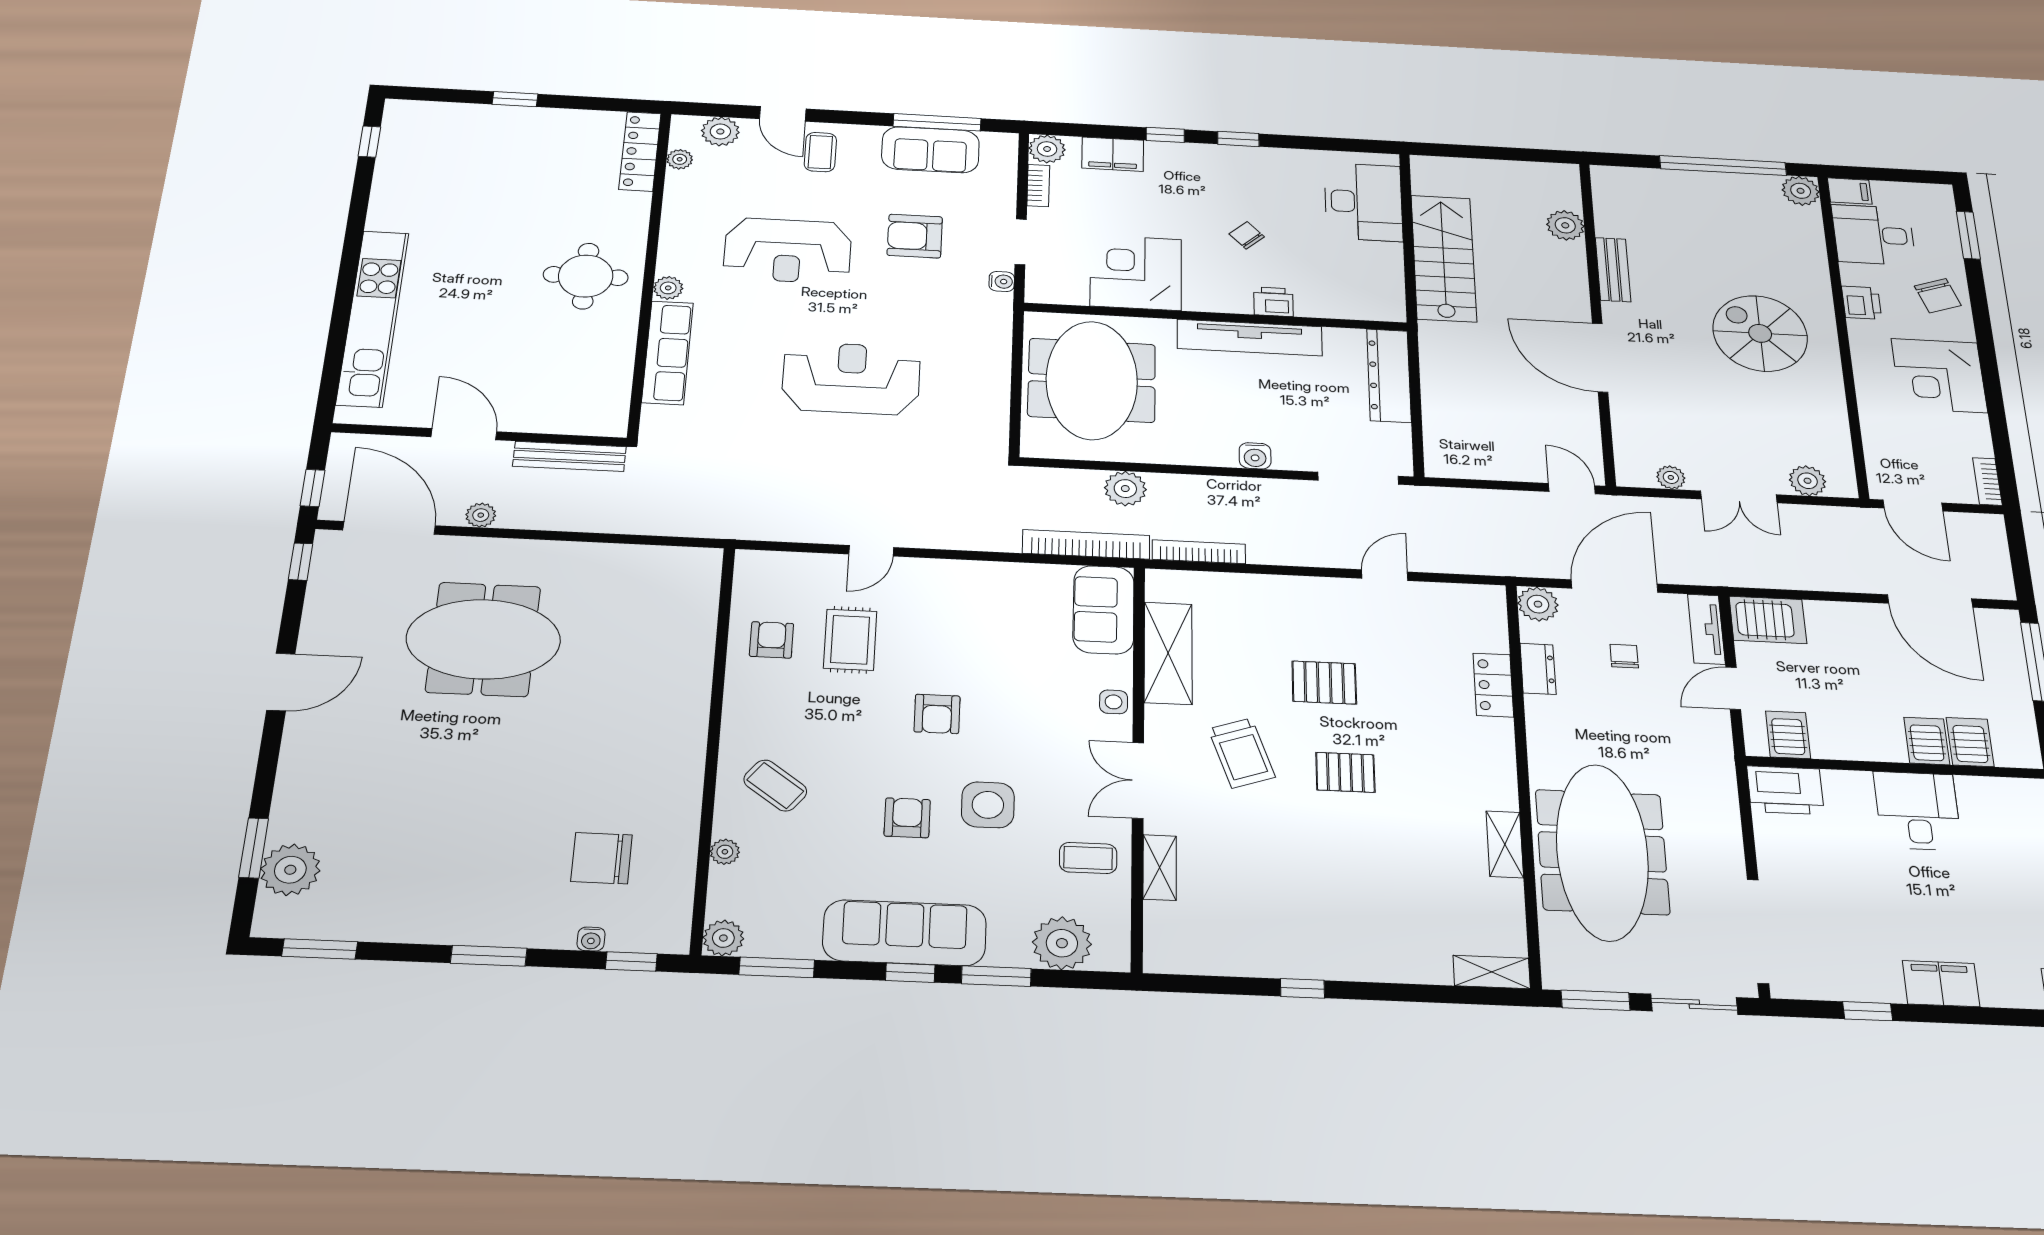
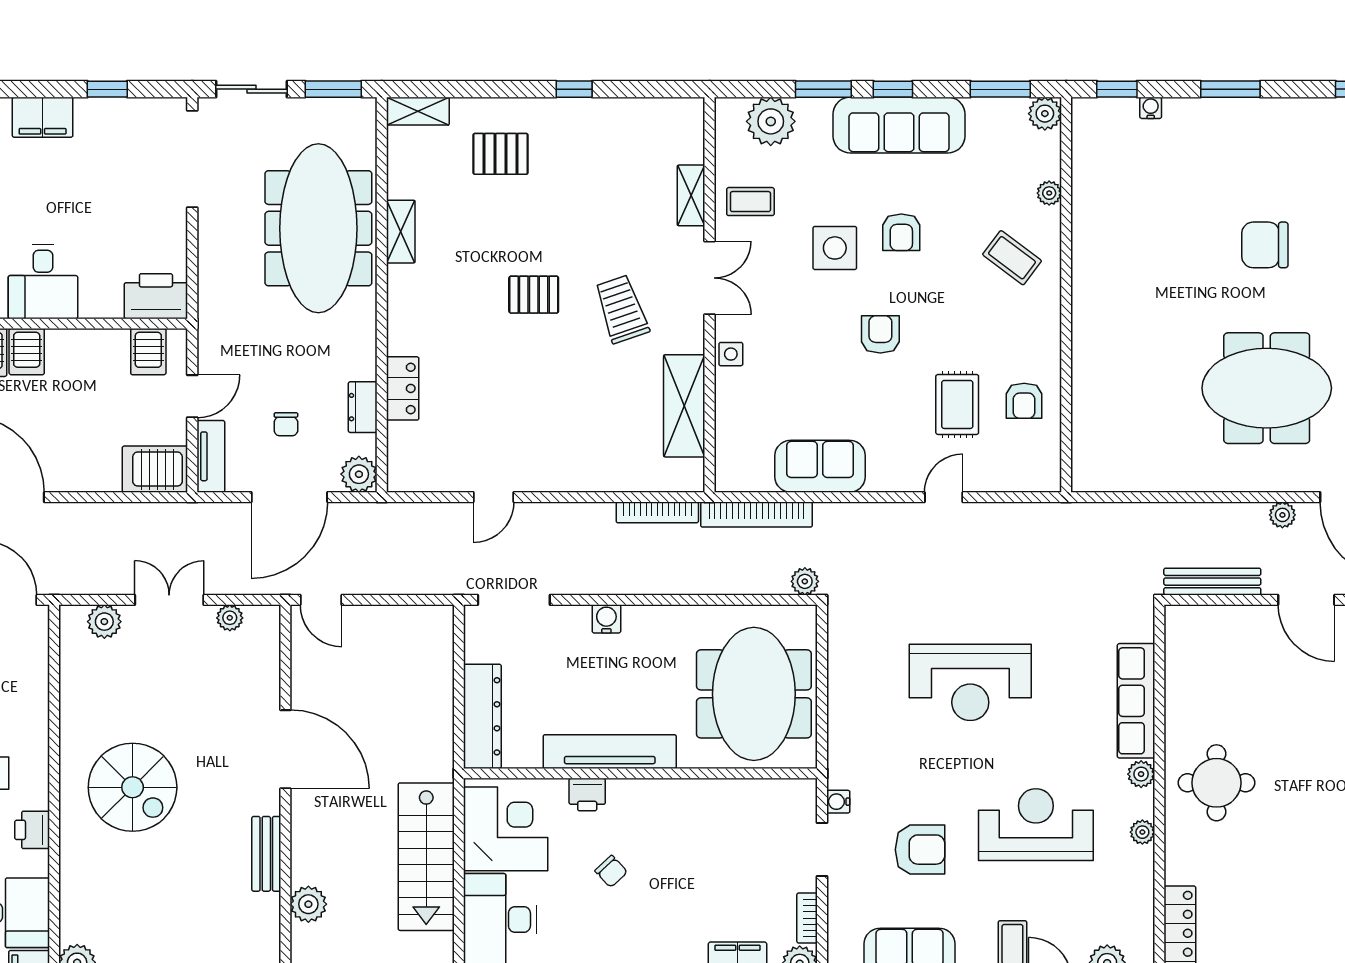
plant: (680, 159) -> (1142, 832), moved
corner desk: (1136, 273) -> (506, 829), moved, turned -90
plant: (1125, 489) -> (805, 581), moved, width x0.73, depth x0.73
sofa: (1104, 610) -> (820, 466), moved, turned -90
pallet: (1324, 683) -> (501, 154), moved
chair: (601, 858) -> (1265, 245), moved, turned 180

